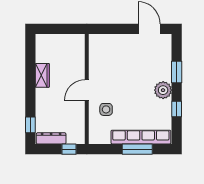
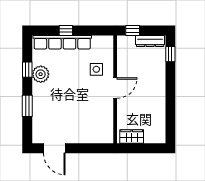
wardrobe: (42, 75) -> (132, 136), moved, turned 90
plant: (163, 90) -> (41, 74), moved
window: (137, 149) -> (66, 30), width x0.46

